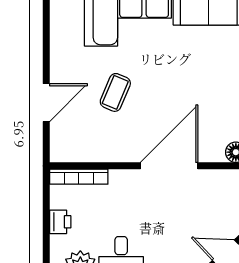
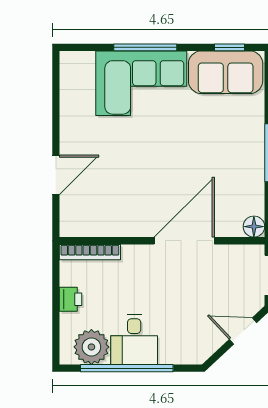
coffee table: (115, 92) -> (128, 164), removed

